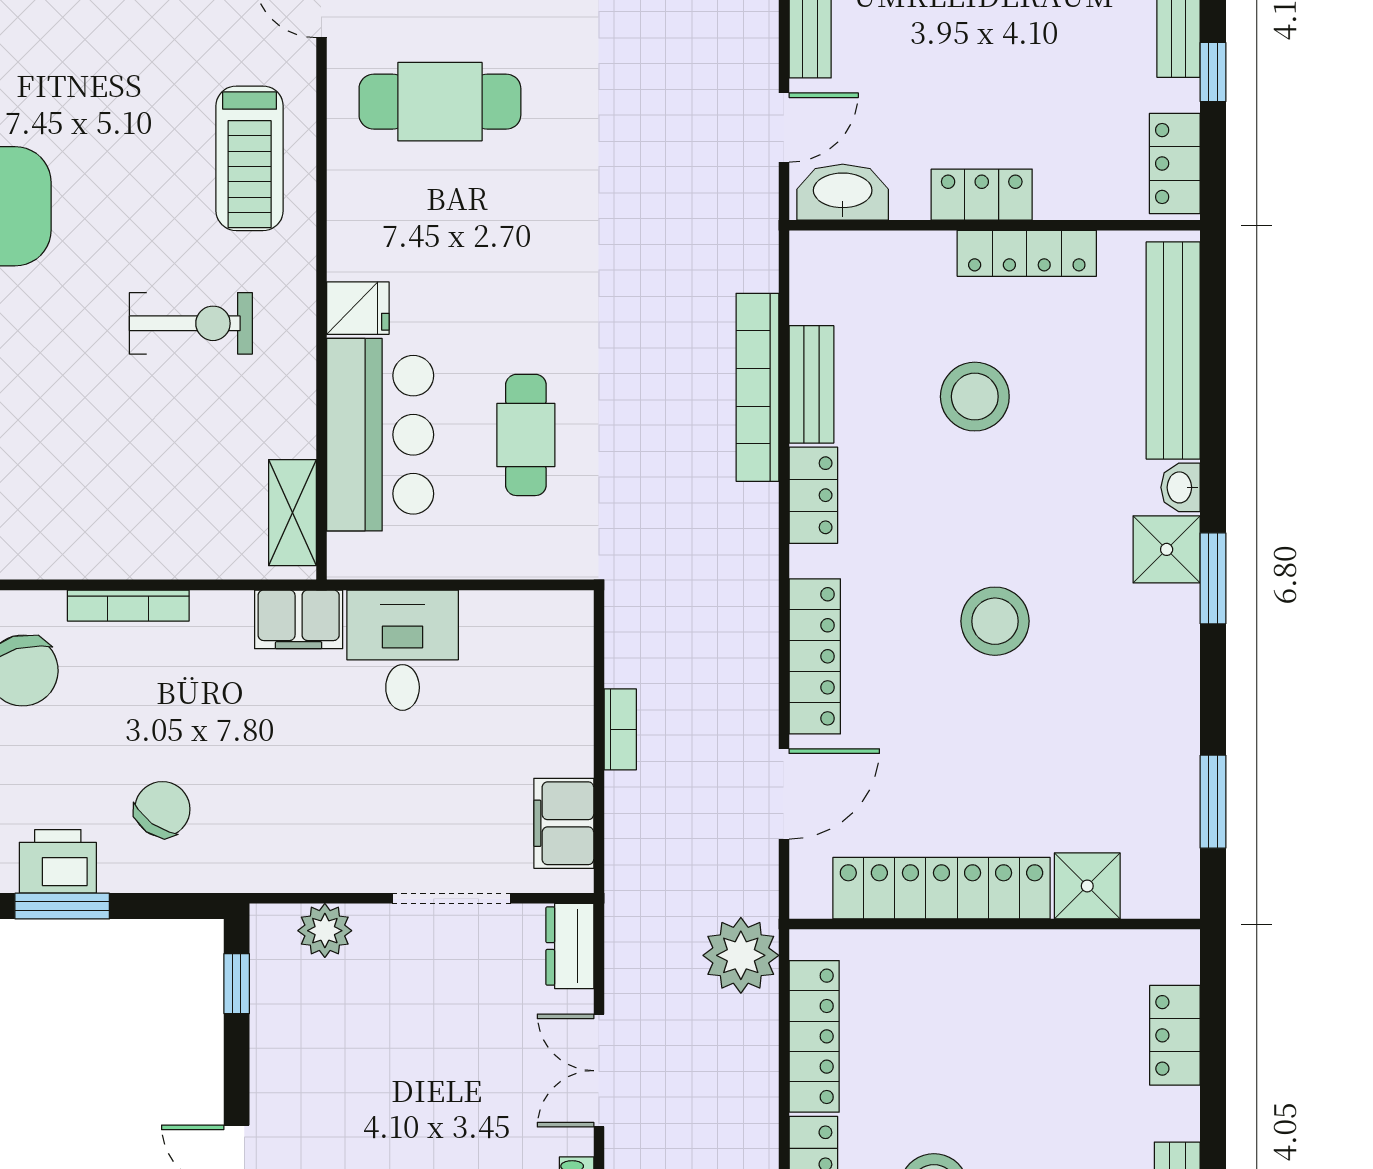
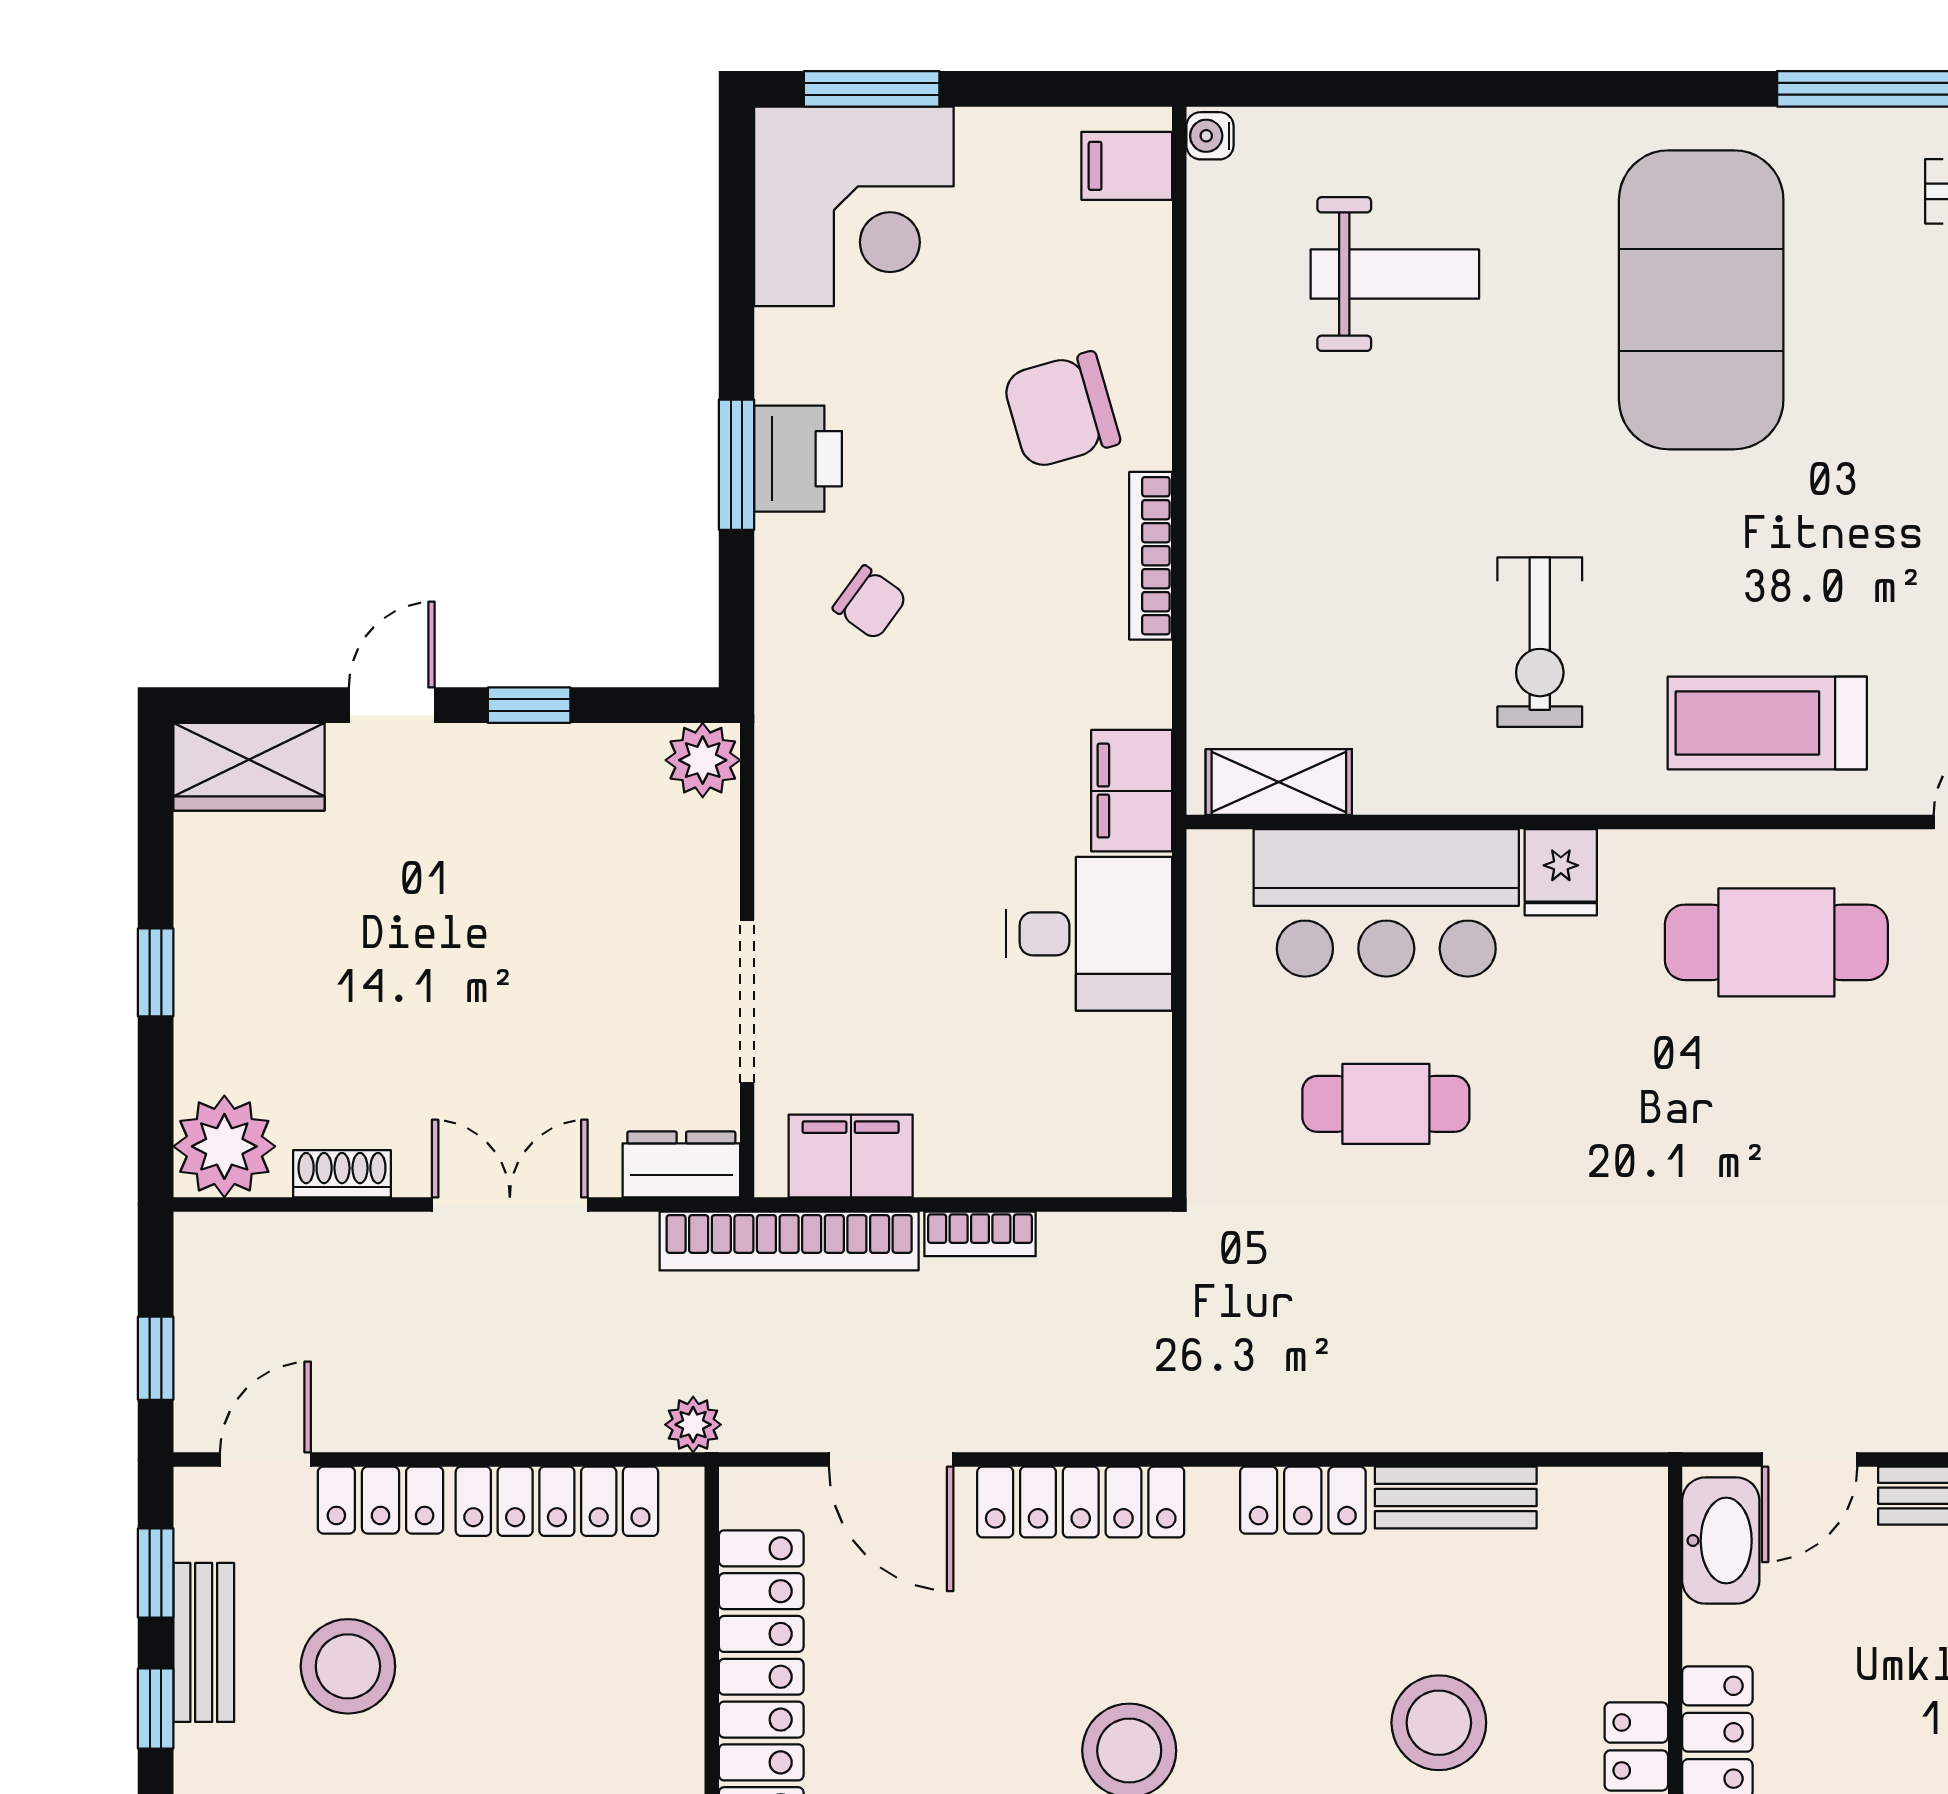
cafe table: (440, 102) -> (1776, 942), moved, turned 90
door: (784, 128) -> (1810, 1460), hinge flipped
bookcase: (757, 387) -> (789, 1241), moved, turned 180
chair: (162, 809) -> (870, 603), width x0.73, depth x0.73
plant: (325, 931) -> (703, 760), moved
plant: (741, 955) -> (693, 1425), width x0.53, depth x0.53
window: (237, 984) -> (529, 705), moved

